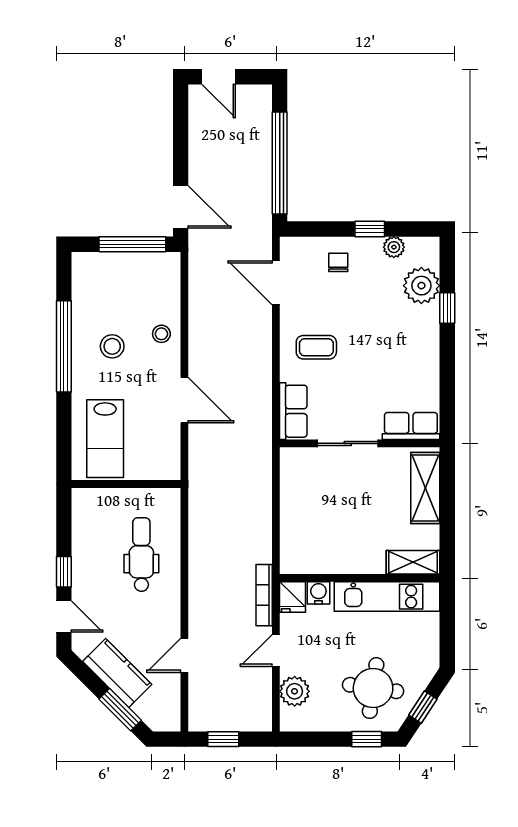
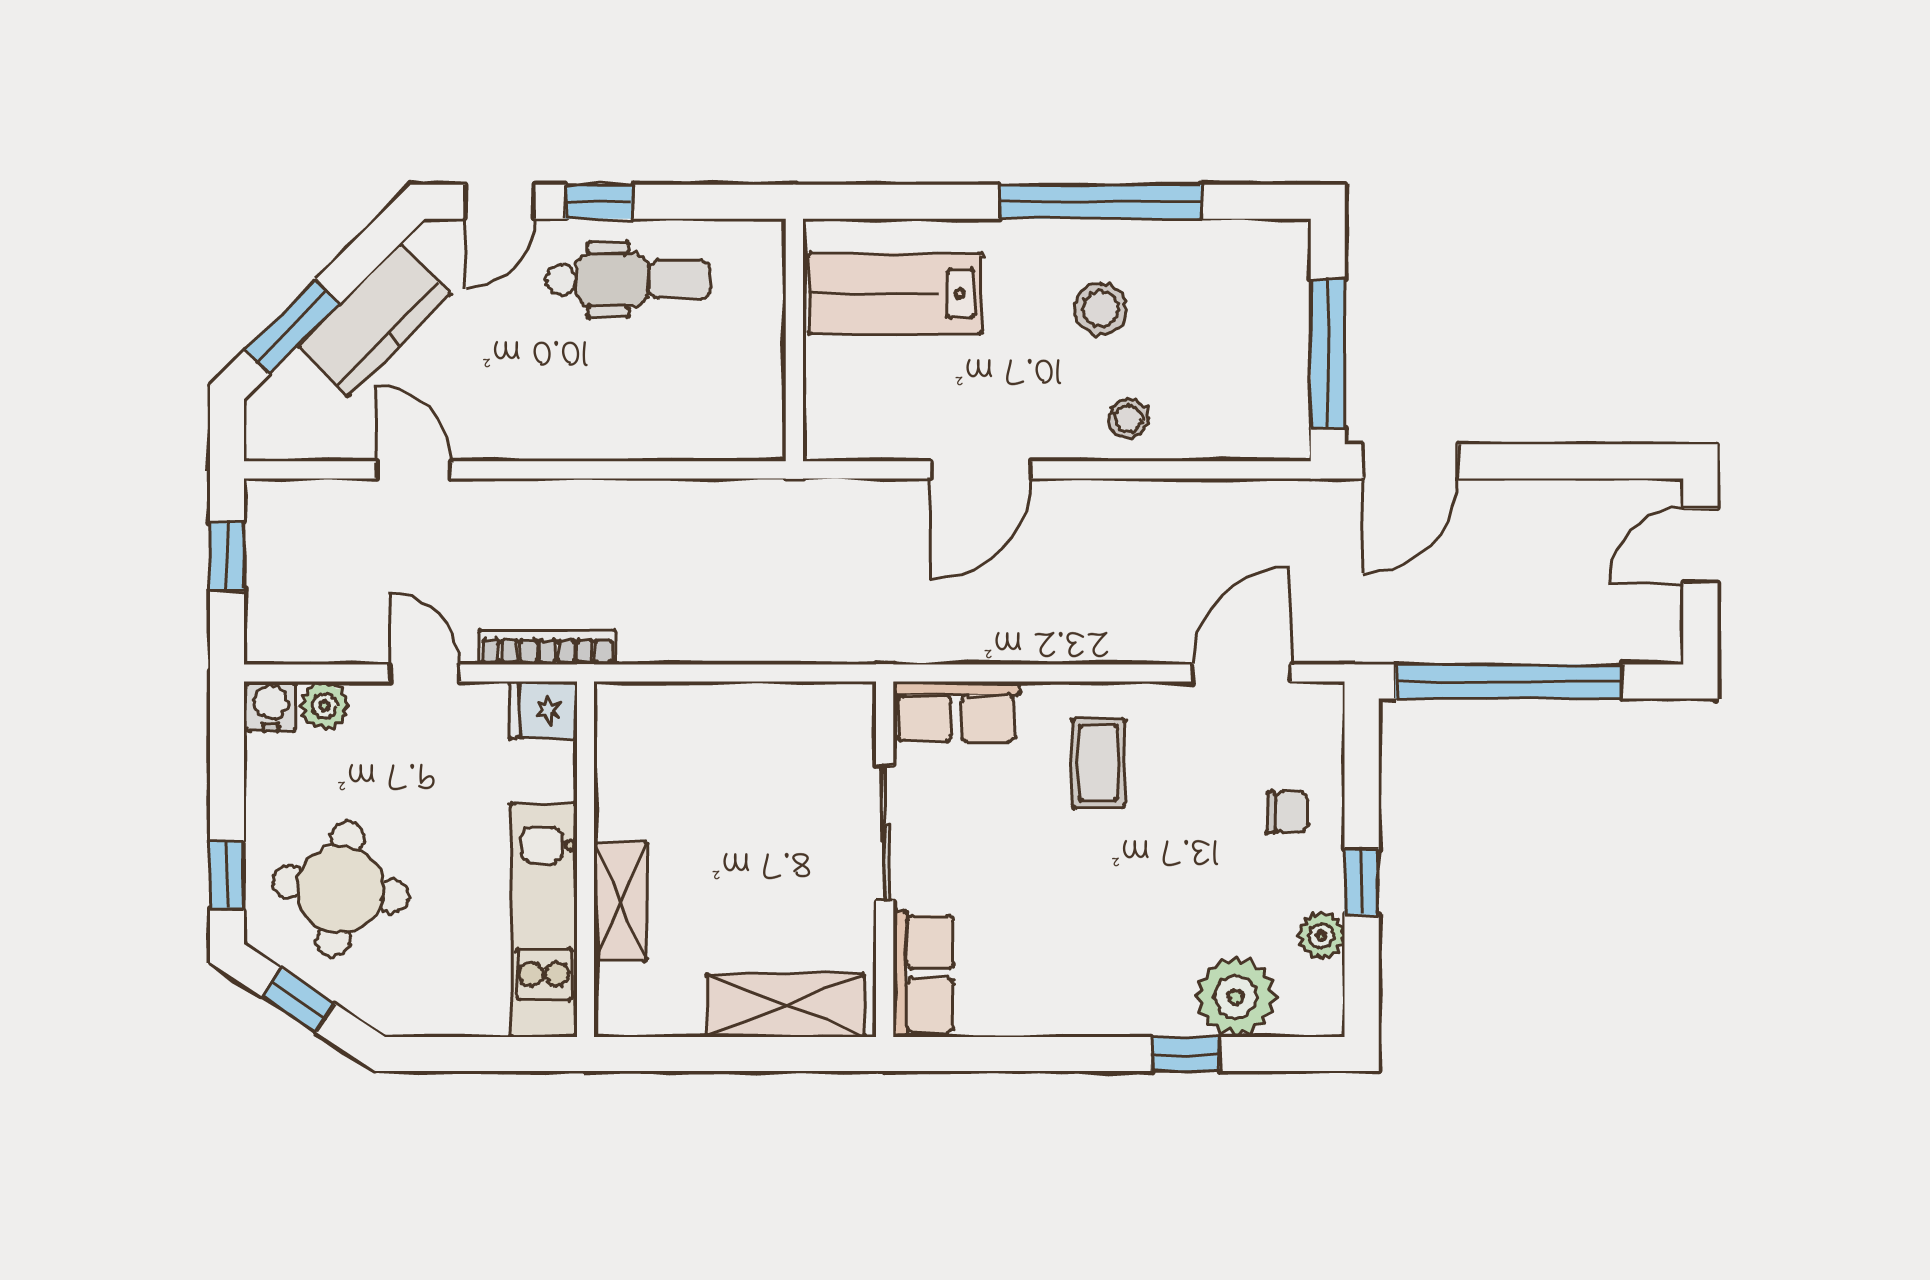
dental chair: (141, 554) -> (629, 280), moved
shelving: (413, 562) -> (620, 902), moved
water cooler: (318, 593) -> (271, 706), moved, turned -90
plant: (295, 691) -> (324, 706), width x0.73, depth x0.73

